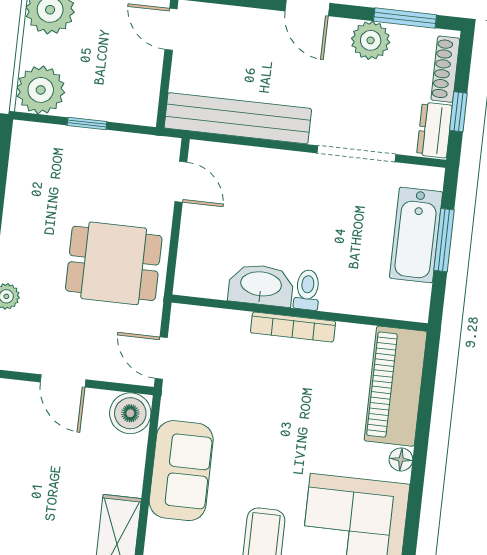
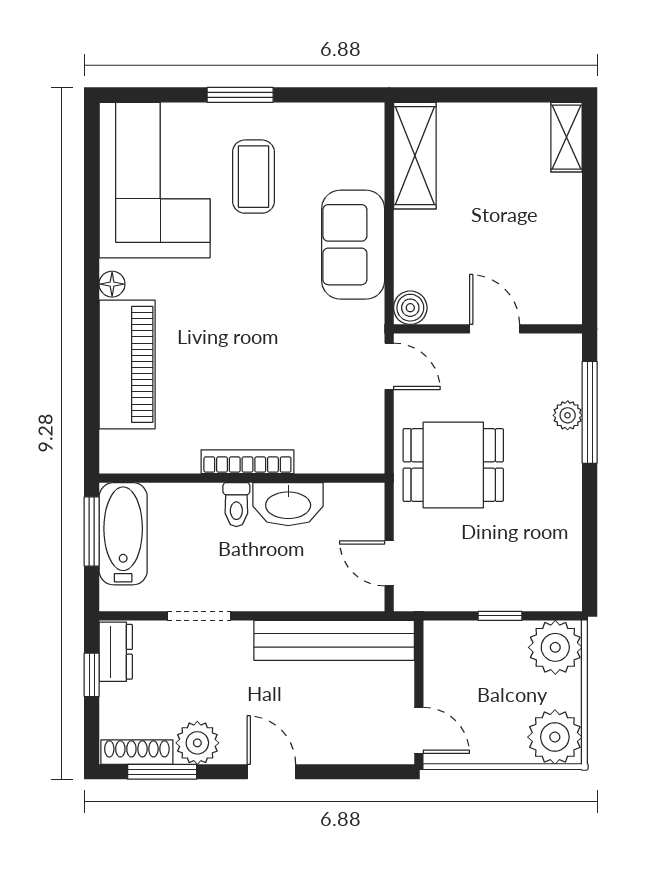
shoe rack: (445, 69) -> (137, 752), moved, turned -90
doorway: (356, 154) -> (199, 616), width x0.73
washbasin: (261, 285) -> (288, 504), moved
toilet: (307, 290) -> (236, 505), moved
wall: (300, 313) -> (242, 478), moved
bookcase: (293, 327) -> (247, 462), moved
boiler: (130, 413) -> (410, 308), width x0.73, depth x0.73

